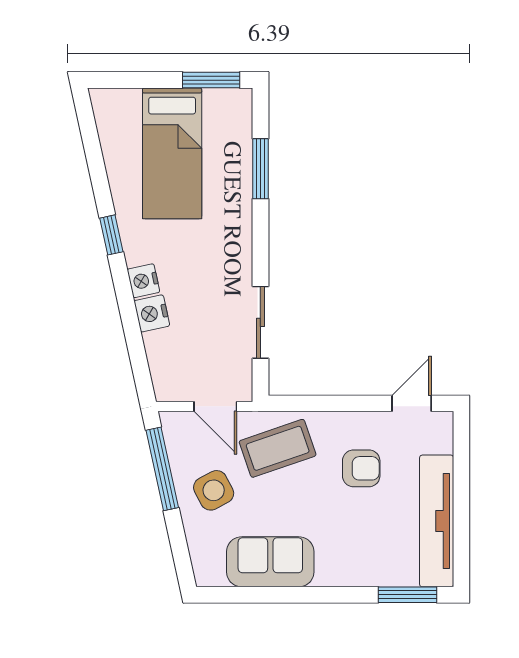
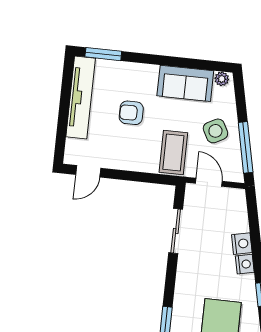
coffee table: (278, 448) -> (173, 153), turned -71
armchair: (361, 468) -> (131, 113), moved
plant: (213, 575) -> (222, 79), added

